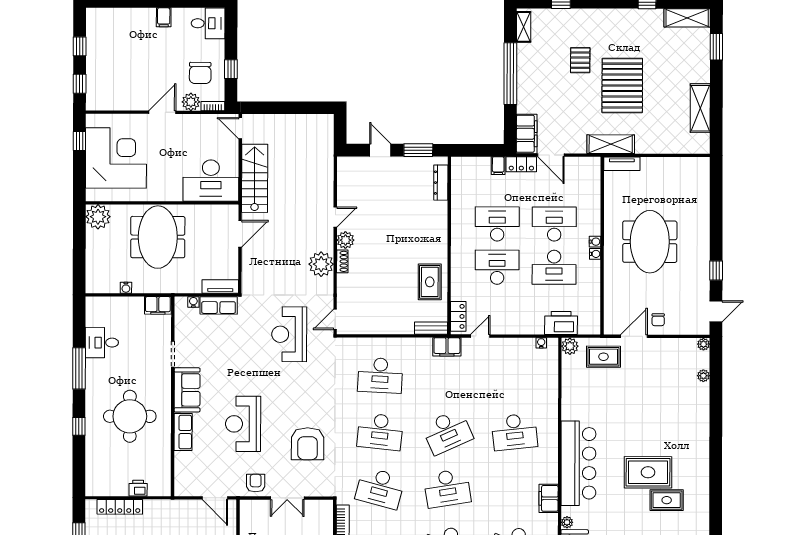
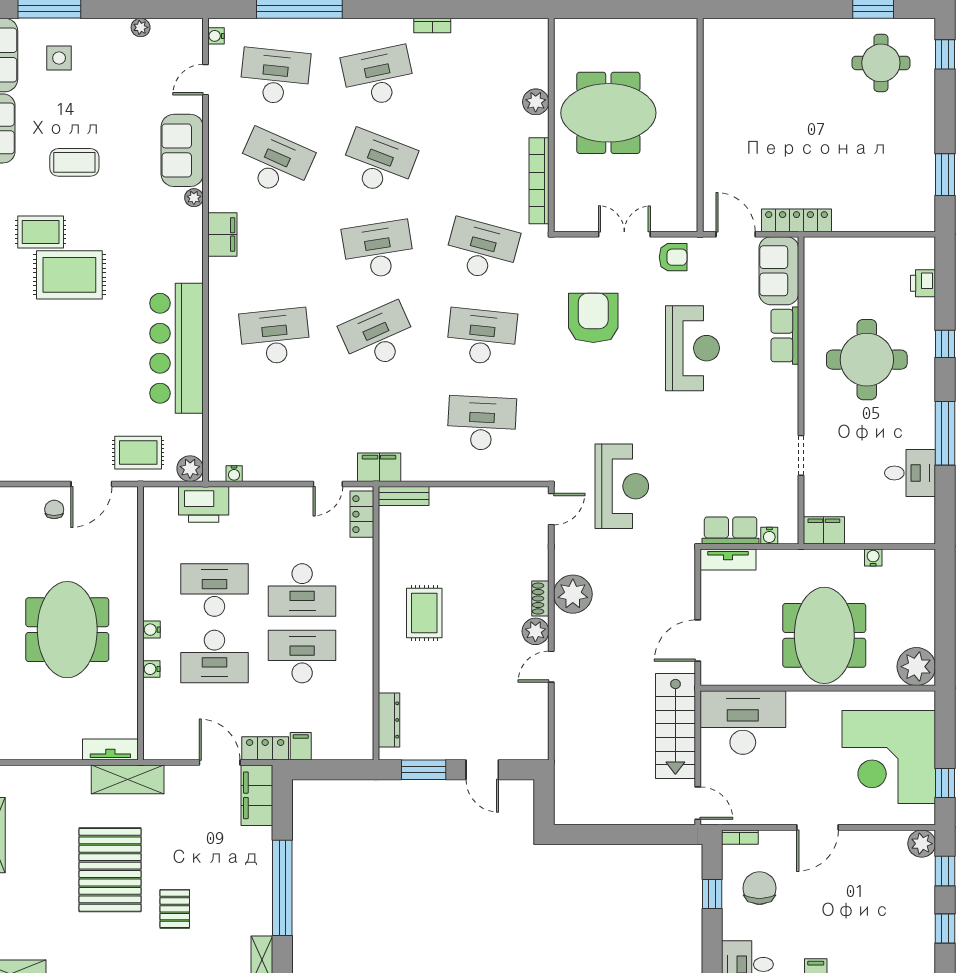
plant: (191, 102) -> (922, 844), moved
desk: (497, 224) -> (302, 657), turned 180
water cooler: (595, 254) -> (151, 669), moved
rug: (430, 282) -> (424, 613), moved
sofa: (187, 390) -> (779, 271), moved
bar counter: (578, 463) -> (176, 348), moved
armchair: (256, 483) -> (673, 257), turned -90
printer: (138, 488) -> (923, 283), moved, turned 90
locker: (120, 507) -> (796, 220), moved

